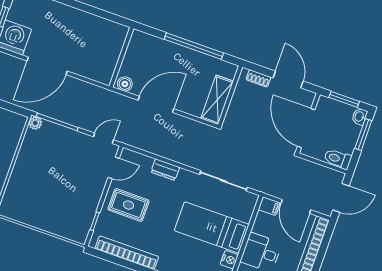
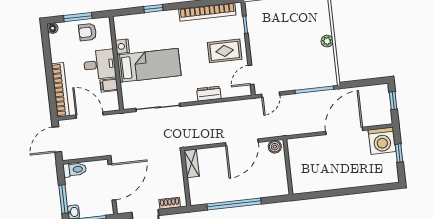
shelving: (217, 100) -> (192, 163), width x0.67, depth x0.75
plant: (35, 123) -> (327, 41), moved
door: (306, 128) -> (112, 182), hinge flipped
filing cabinet: (269, 206) -> (109, 85), moved

